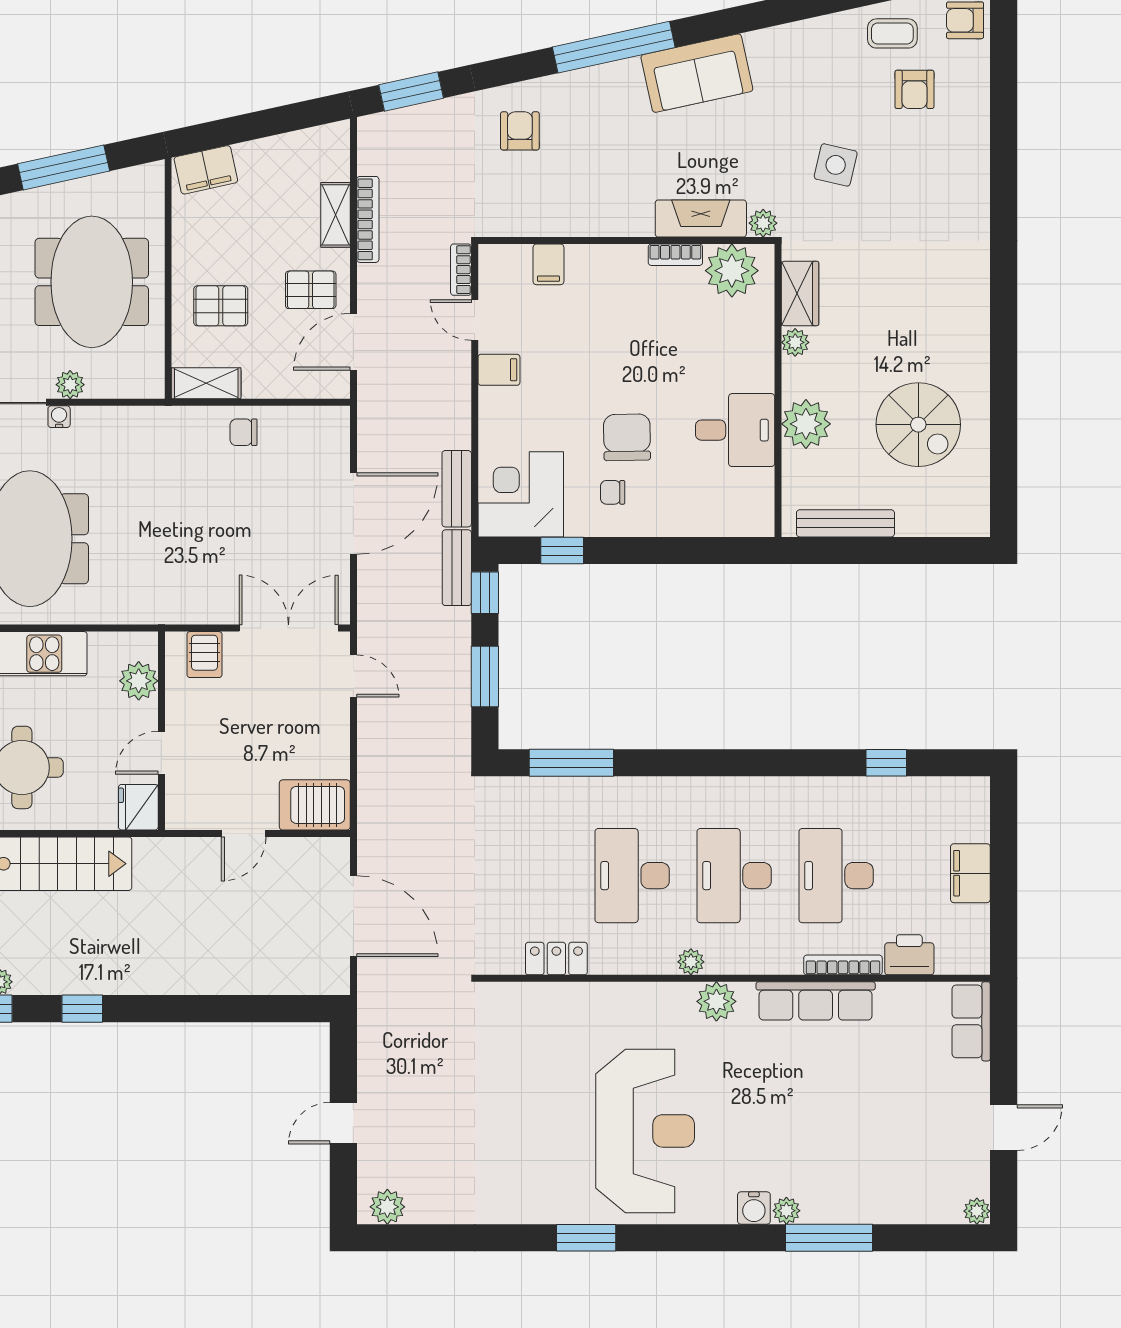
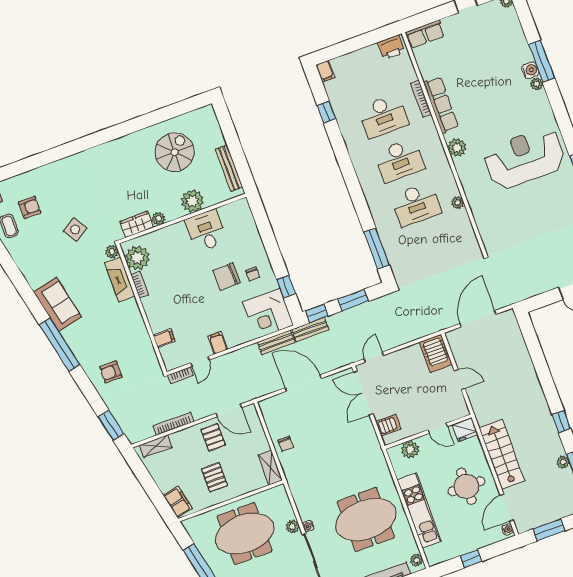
side table: (836, 165) -> (75, 230), turned 45
shelving: (335, 215) -> (156, 446), moved
pallet: (221, 306) -> (214, 477), moved
filing cabinet: (970, 873) -> (325, 71), moved, width x0.50
printer: (909, 955) -> (391, 47), moved, turned -90
locker: (556, 959) -> (464, 224), removed
plant: (691, 962) -> (458, 203), moved
water cooler: (754, 1208) -> (530, 70), moved

